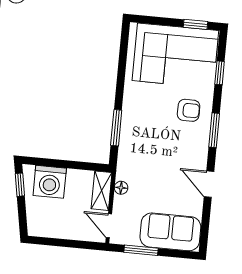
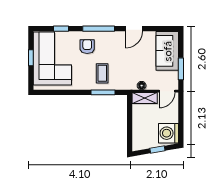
window: (195, 24) -> (31, 58), moved
coffee table: (145, 129) -> (102, 73), added
window: (214, 130) -> (99, 29), width x1.44
washing machine: (50, 182) -> (169, 133), moved, turned 180
window: (20, 185) -> (157, 150), moved

